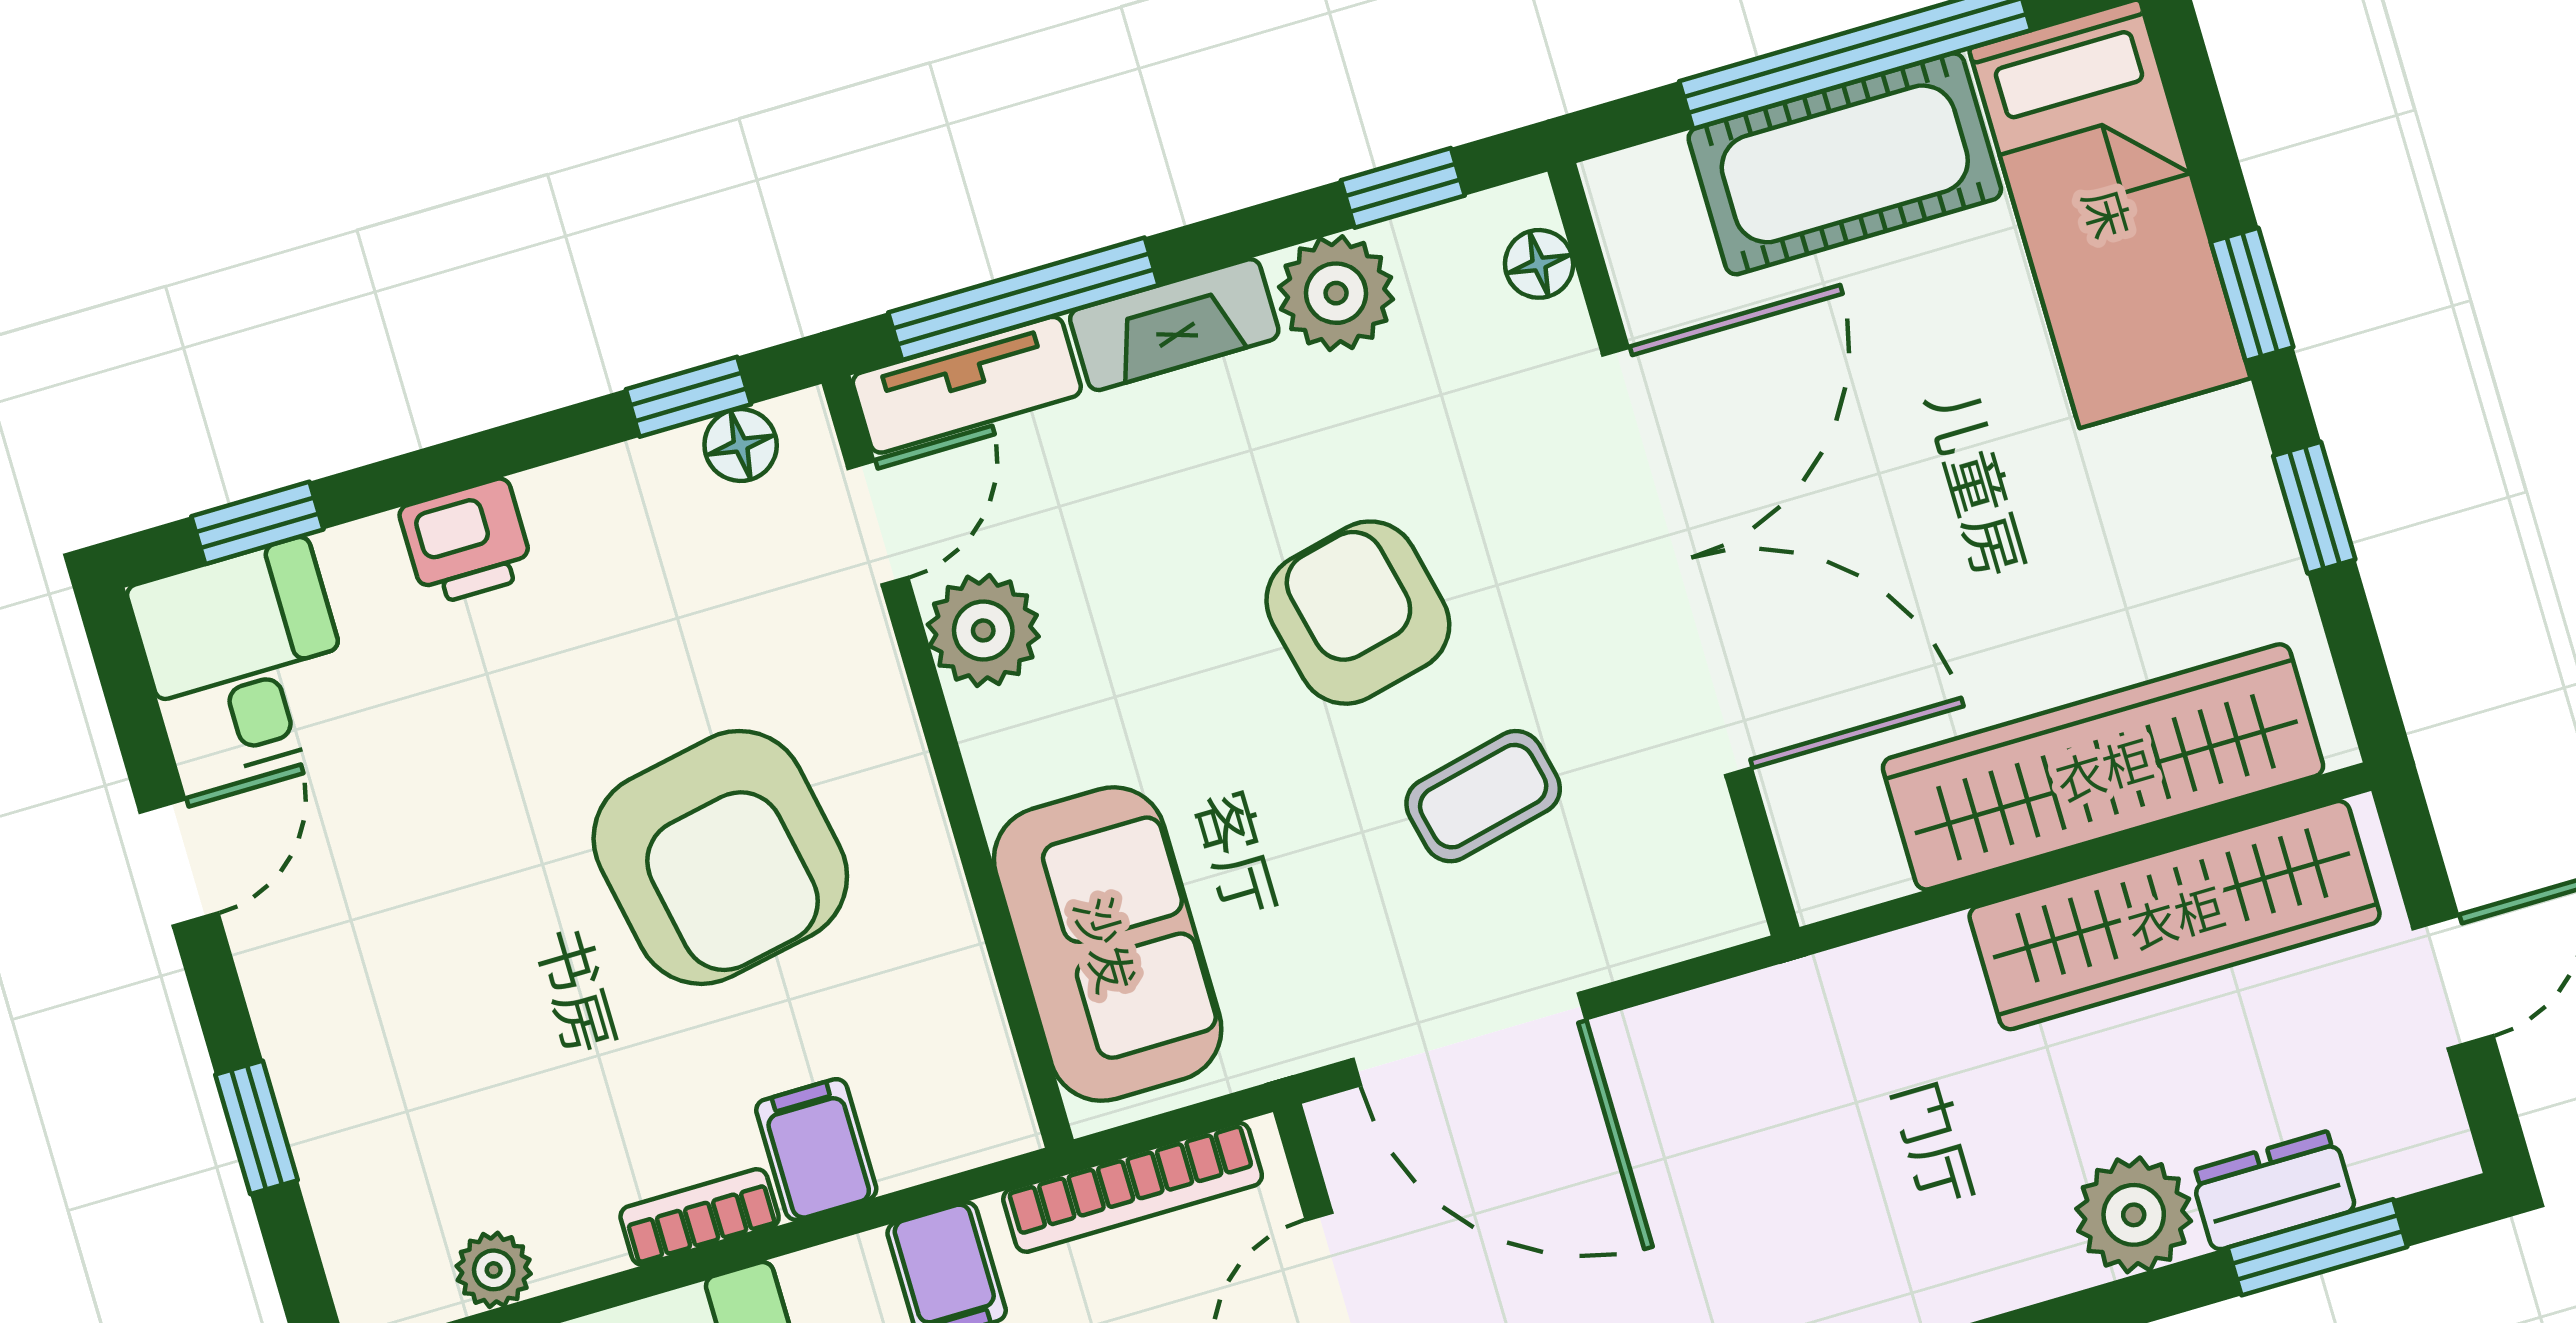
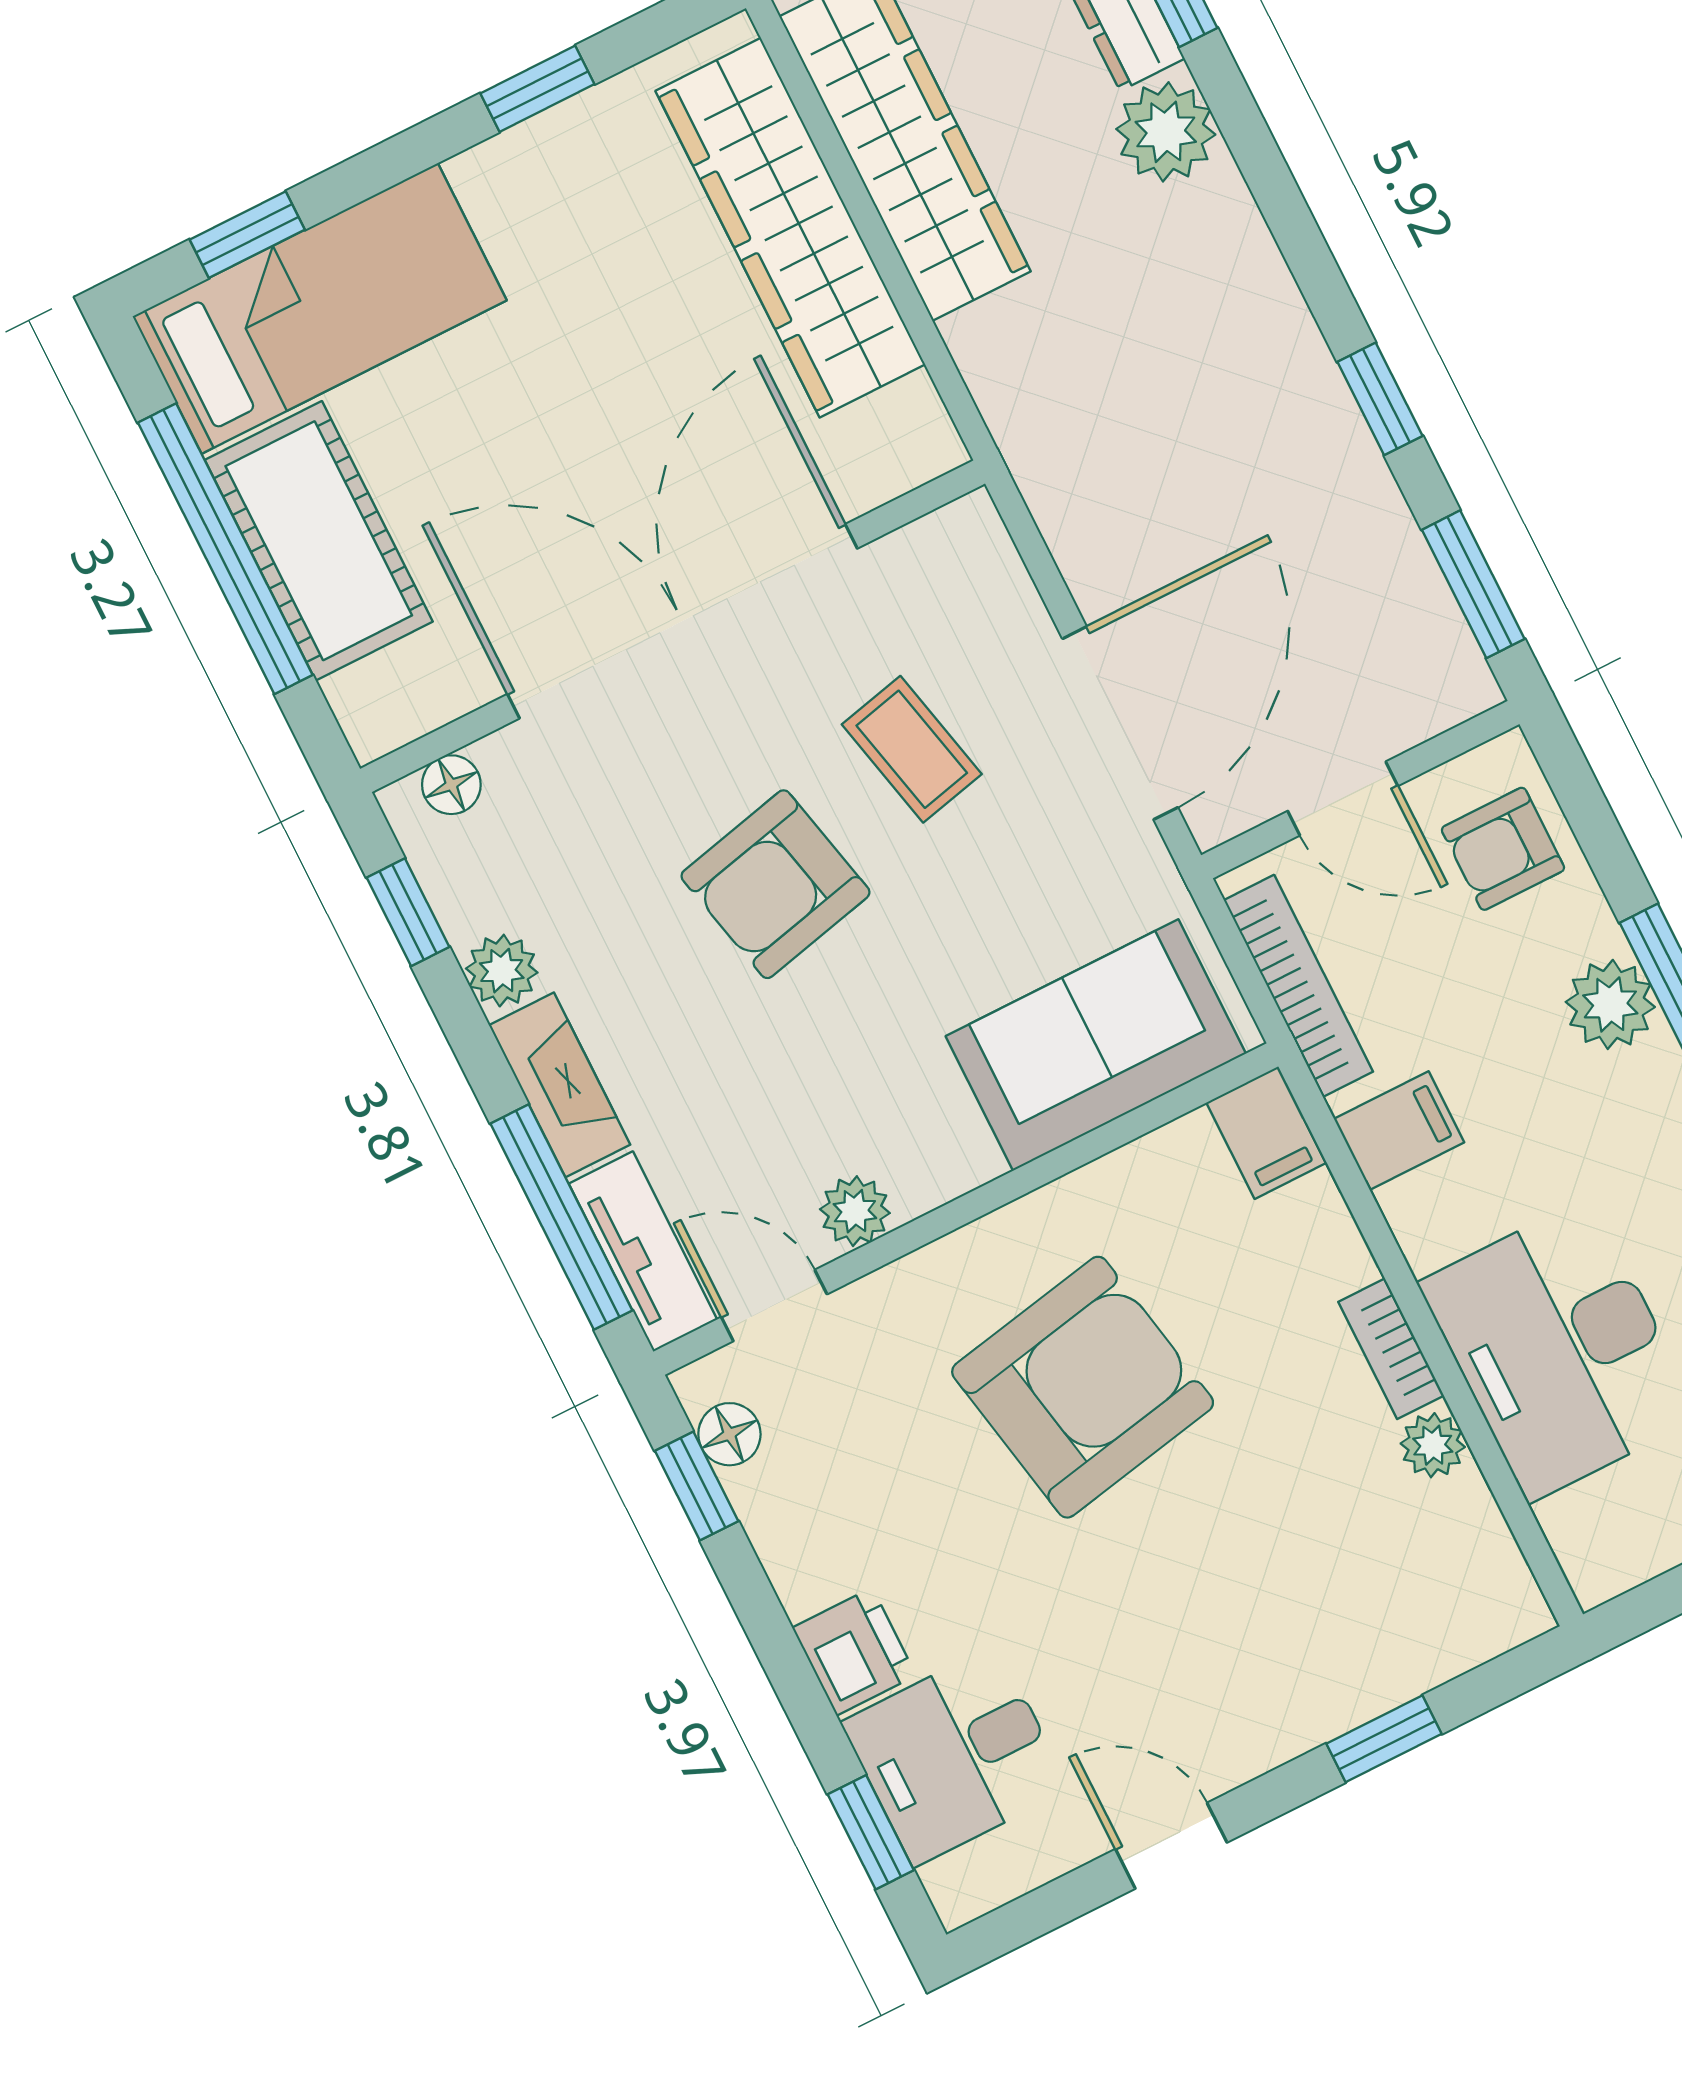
plant: (1336, 293) -> (502, 971), width x0.73, depth x0.73
window: (2252, 294) -> (247, 235), moved
plant: (983, 630) -> (855, 1211), width x0.73, depth x0.73
desk: (245, 659) -> (955, 1756), moved
filing cabinet: (816, 1149) -> (1266, 1133), moved, turned -90
plant: (494, 1270) -> (1433, 1445), moved

